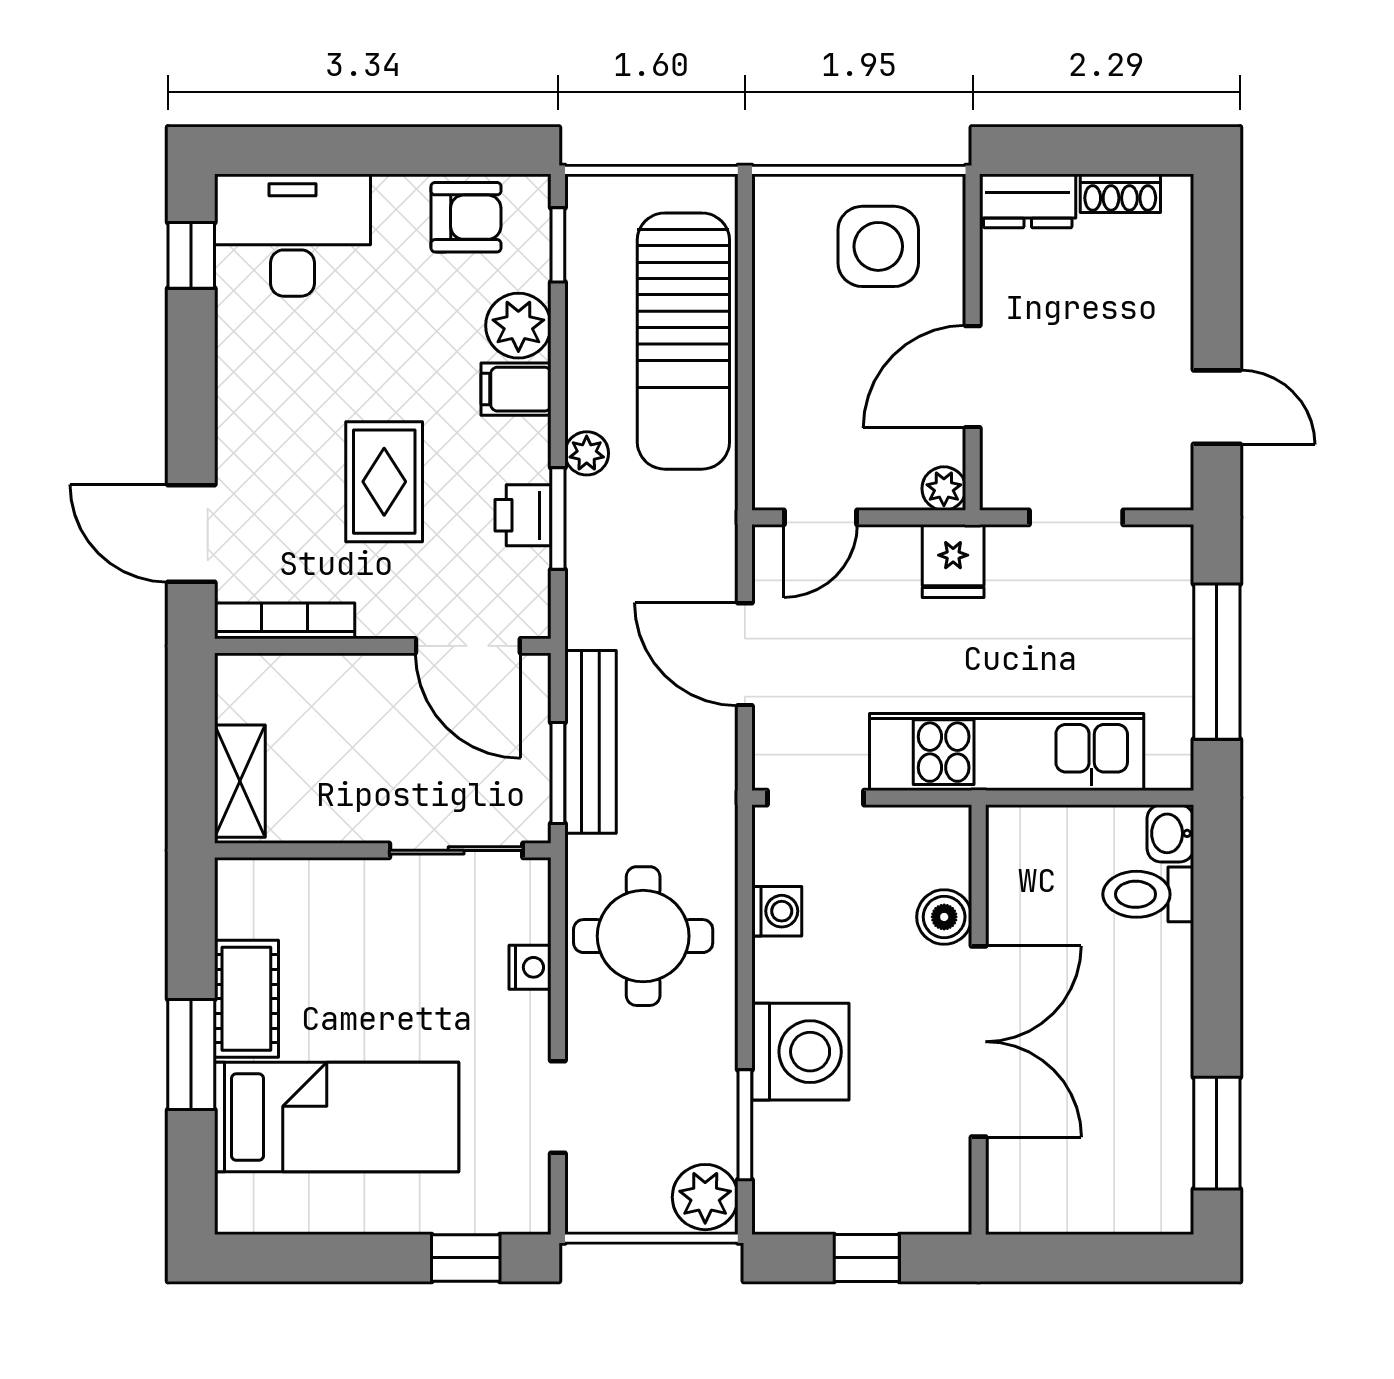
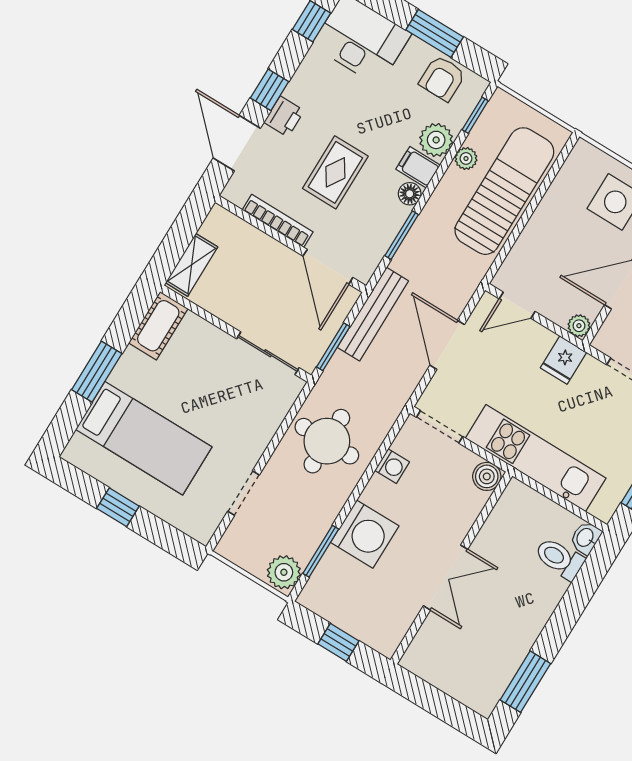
window: (408, 151) -> (435, 33), added
armchair: (466, 217) -> (442, 78), turned 90
sun lounger: (683, 341) -> (504, 191), turned 180
window: (191, 412) -> (269, 90), added
floor lamp: (529, 442) -> (410, 194), added
plant: (587, 453) -> (466, 159), moved
printer: (523, 515) -> (284, 116), moved, turned 180
bookcase: (285, 621) -> (278, 221), moved
bench: (591, 742) -> (373, 314), moved
boiler: (944, 917) -> (487, 476), moved
nightstand: (530, 967) -> (269, 424), removed
cot: (246, 999) -> (158, 326), moved
double door: (979, 1042) -> (446, 578), width x0.73
window: (466, 1258) -> (118, 507), moved

